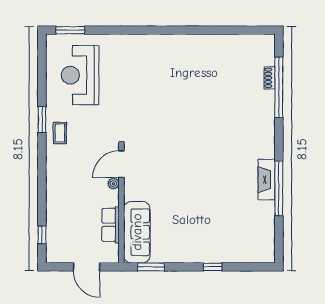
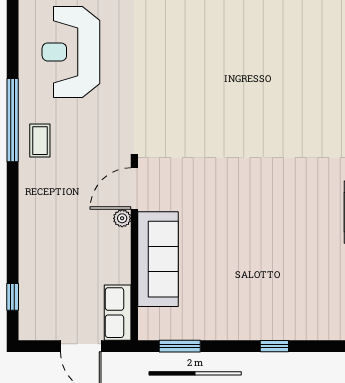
window: (42, 120) -> (13, 120), width x2.11
row of seats: (111, 225) -> (118, 313), moved
sofa: (137, 232) -> (158, 259), moved

